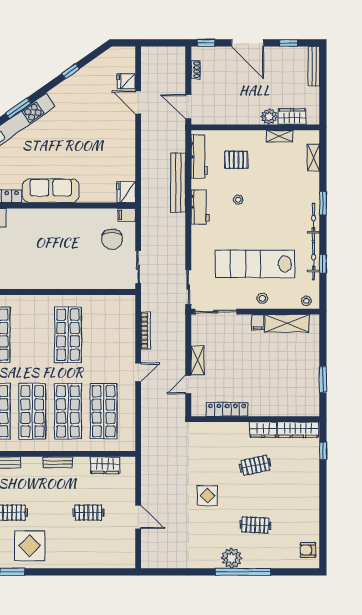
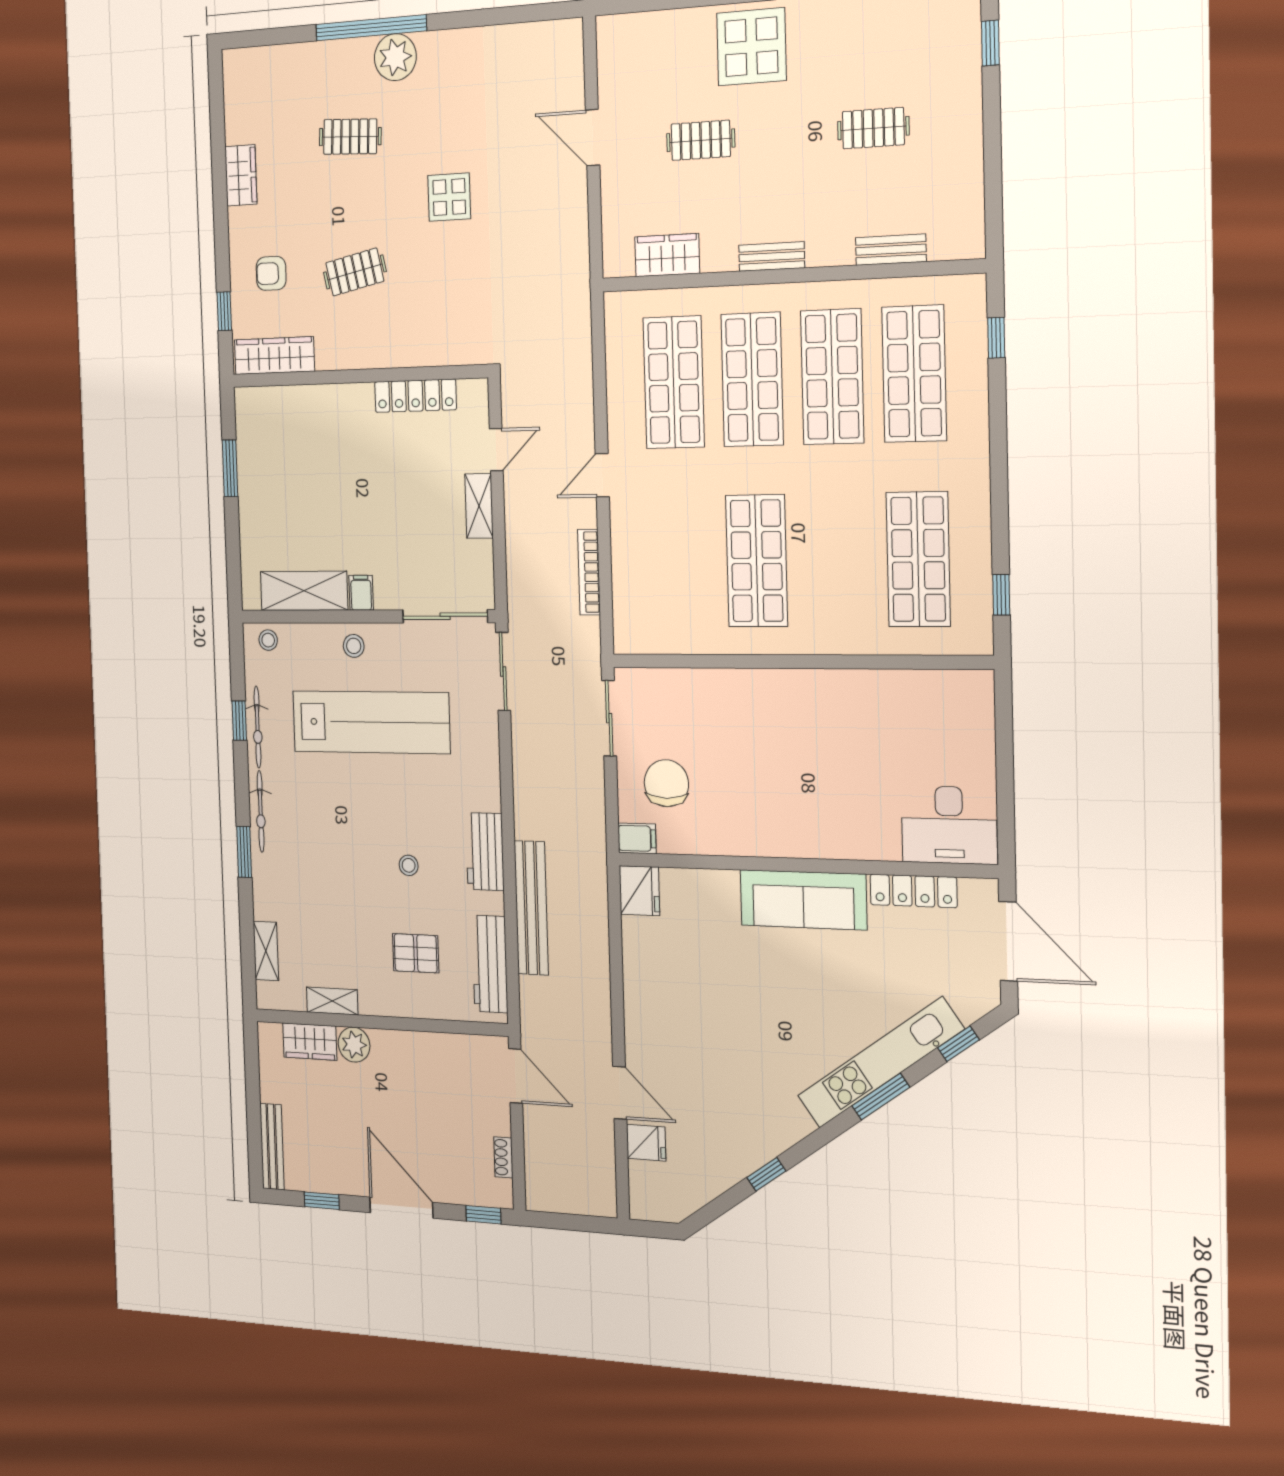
wardrobe: (263, 430) -> (241, 175), moved, turned 90
display table: (30, 546) -> (751, 47), moved
armchair: (308, 550) -> (271, 273), moved, turned 180

